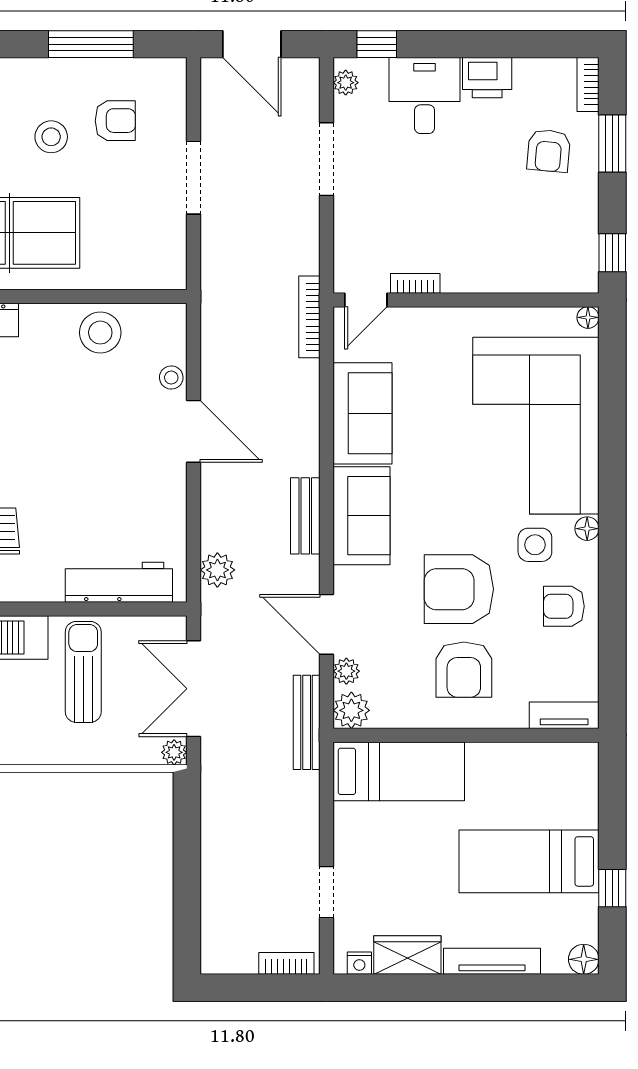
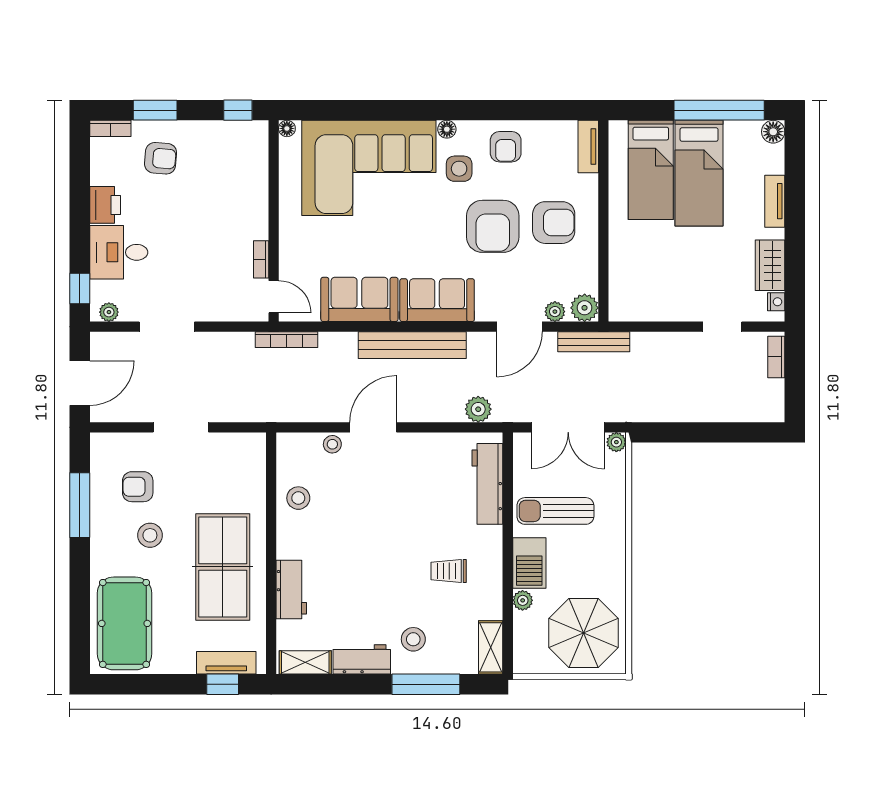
armchair: (115, 121) -> (138, 487), turned -90
stool: (100, 333) -> (298, 498), width x0.73, depth x0.73
bench: (305, 516) -> (412, 345), width x1.86, depth x1.21
bed: (399, 771) -> (651, 170), moved, turned 180
window: (612, 888) -> (719, 110), width x3.17
tv unit: (492, 961) -> (775, 201), width x0.71

